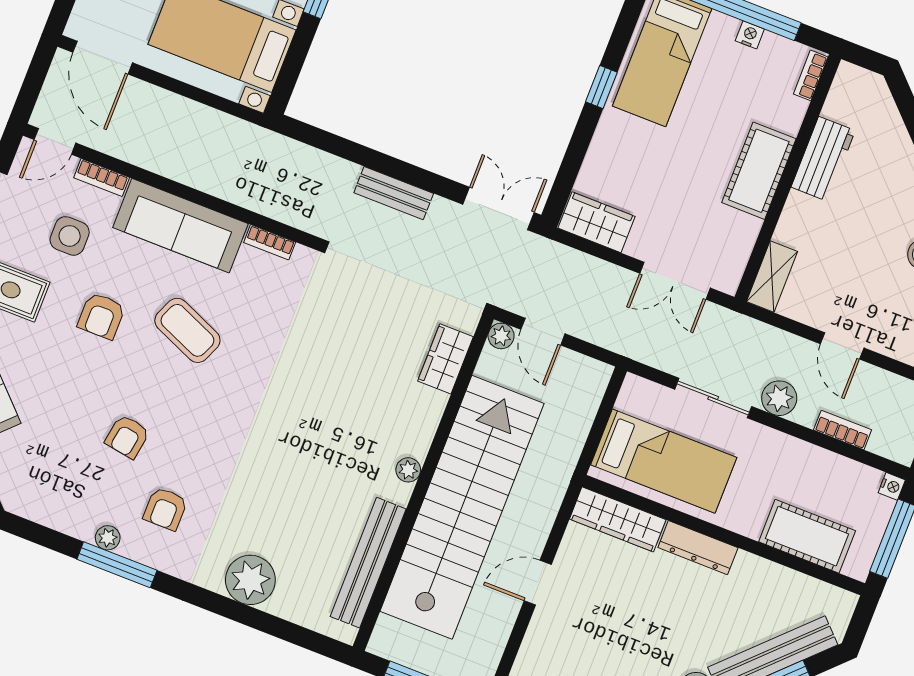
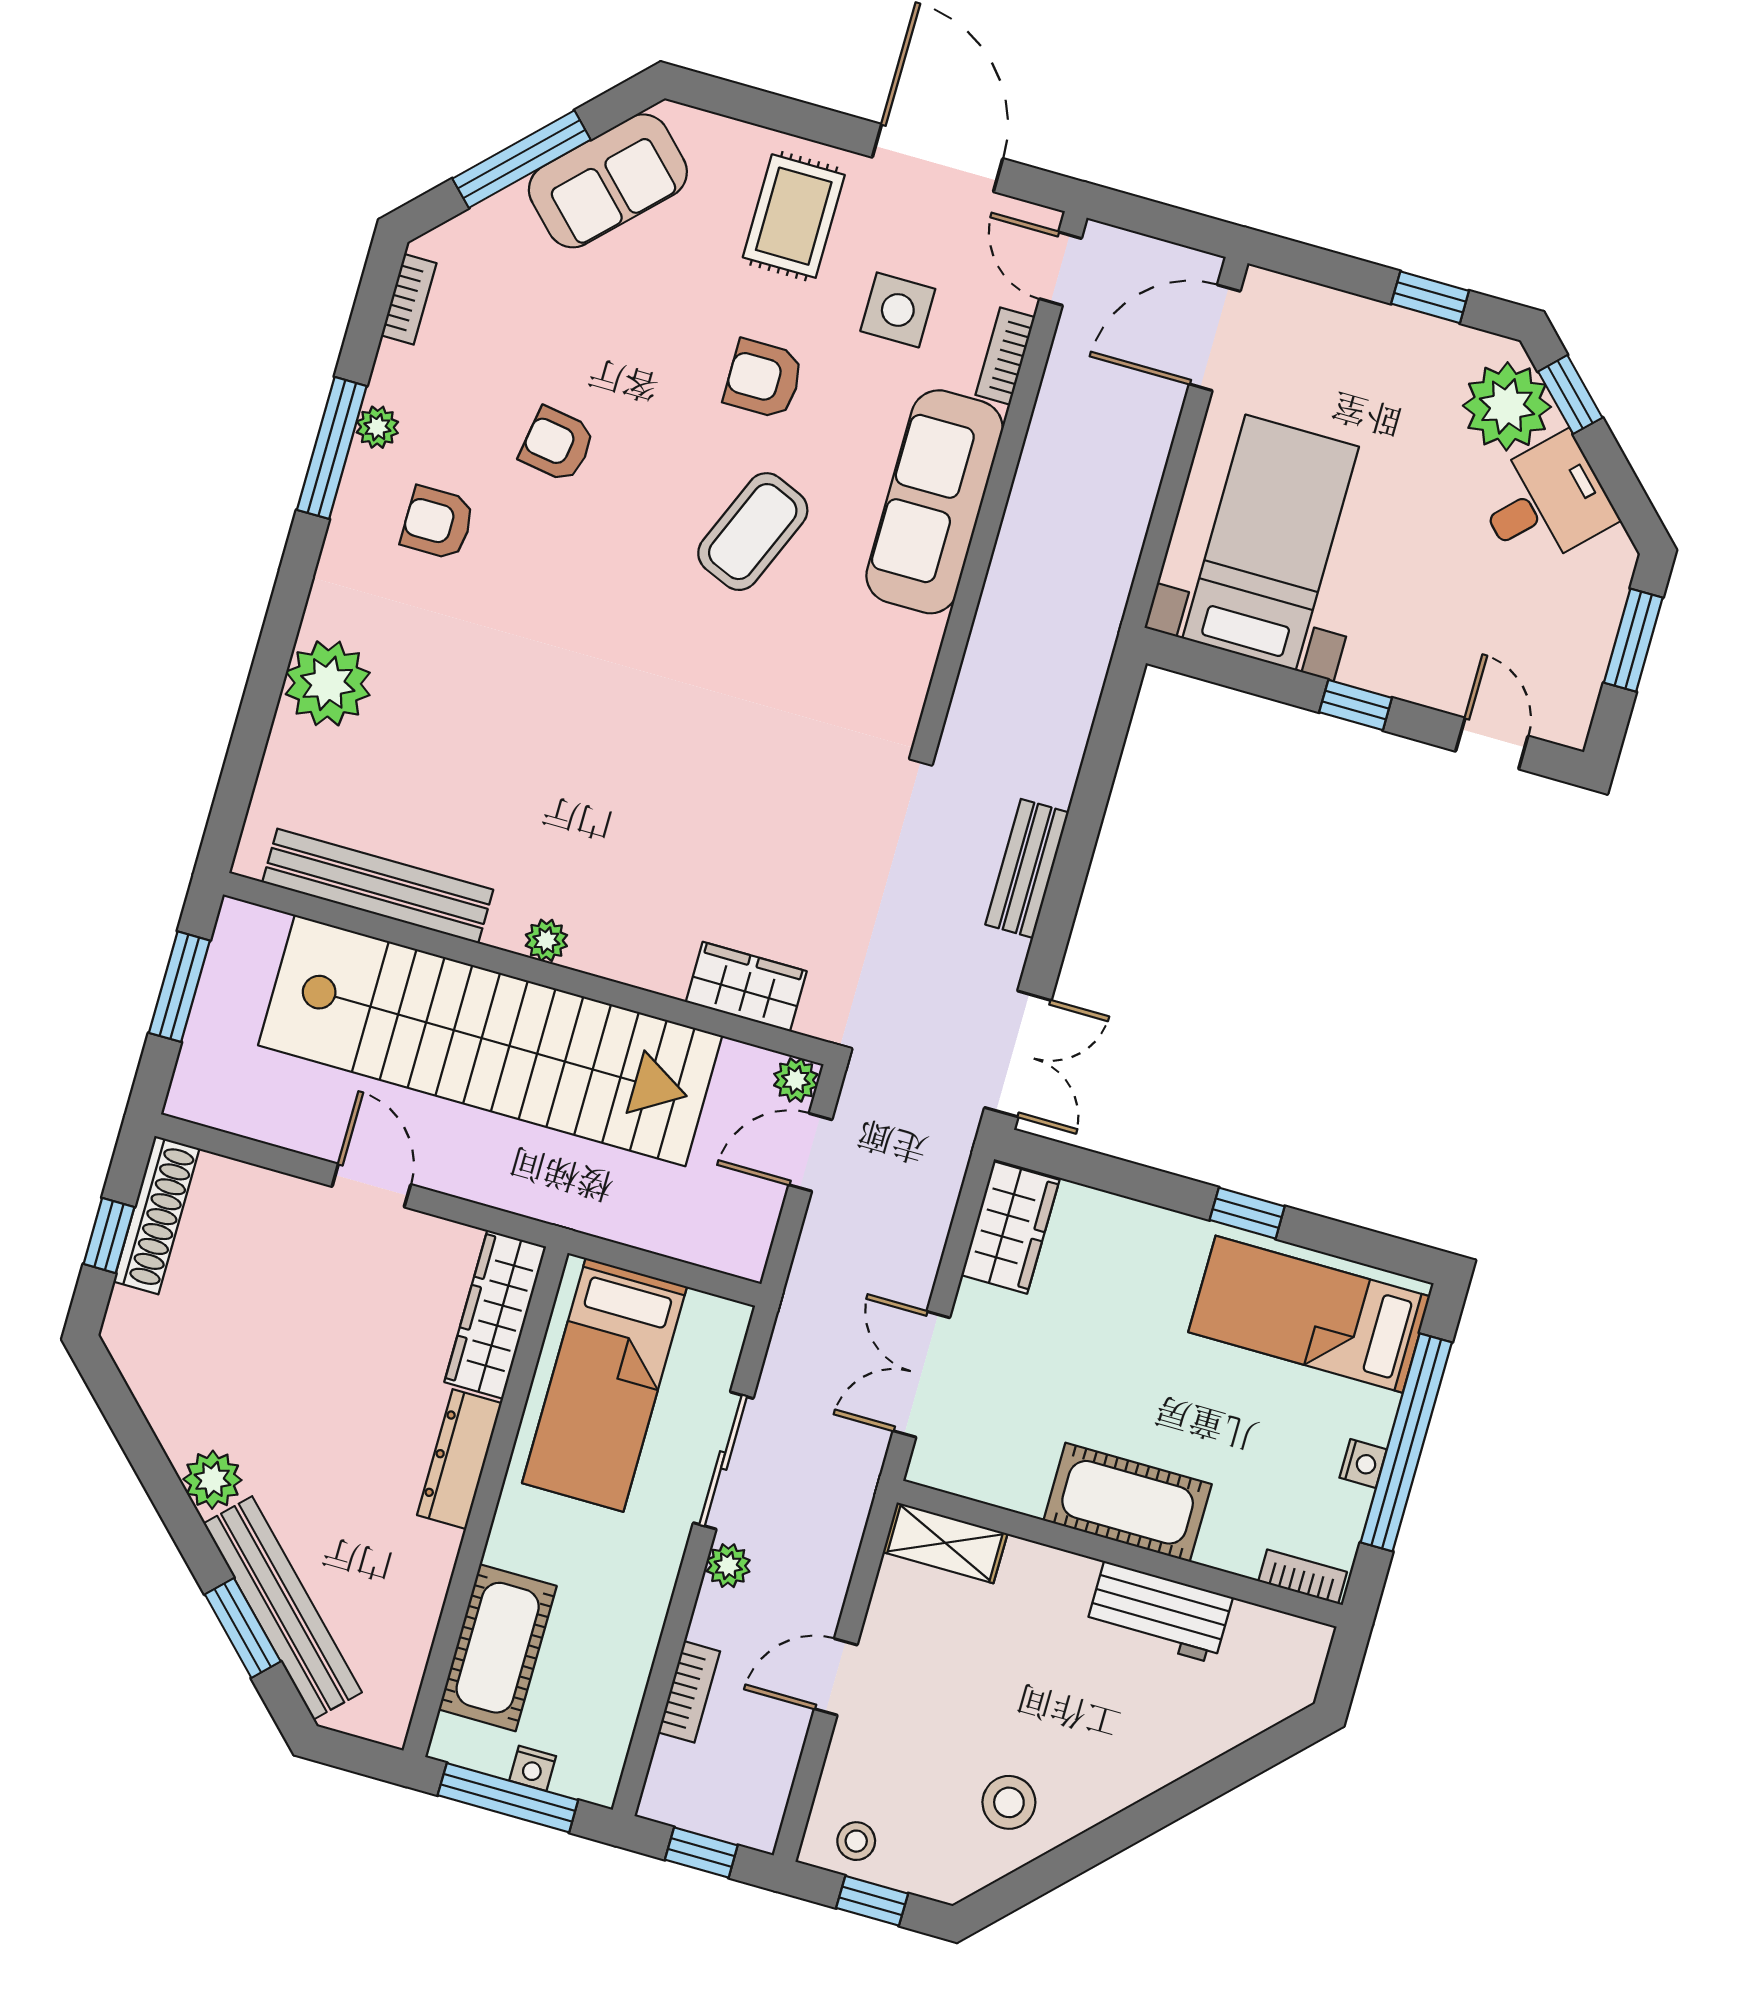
bookcase: (270, 242) -> (409, 299), moved, turned 180
plant: (779, 398) -> (728, 1566), width x0.73, depth x0.73
nightstand: (892, 486) -> (533, 1768), moved

